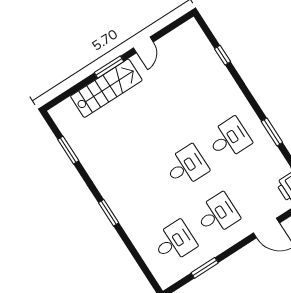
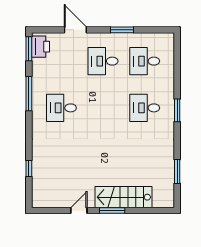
window: (272, 132) -> (29, 94), width x1.44
desk: (186, 166) -> (145, 108), moved
window: (205, 268) -> (122, 30), moved

